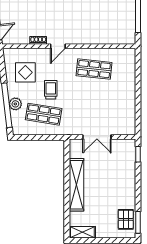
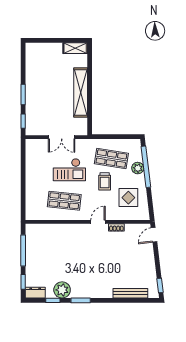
checkout: (89, 102) -> (69, 170), added
double door: (97, 137) -> (62, 137), swing flipped
pallet: (126, 219) -> (35, 60), removed
window: (138, 222) -> (23, 95), moved

